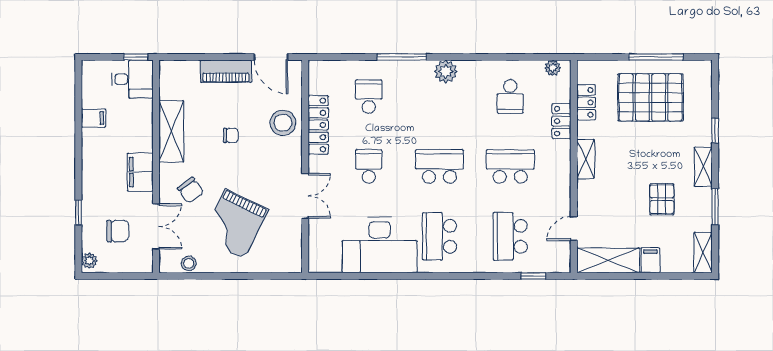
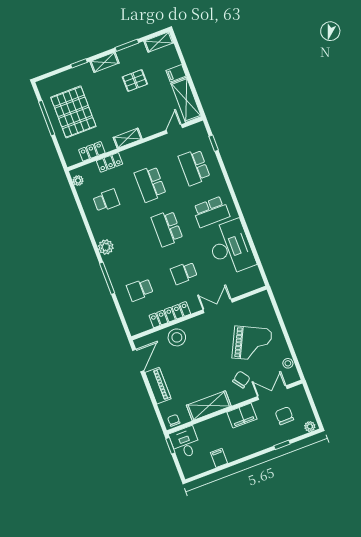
chair: (231, 135) -> (174, 420), moved
door: (574, 229) -> (174, 129), swing flipped
school desk: (510, 236) -> (194, 167), turned 90

